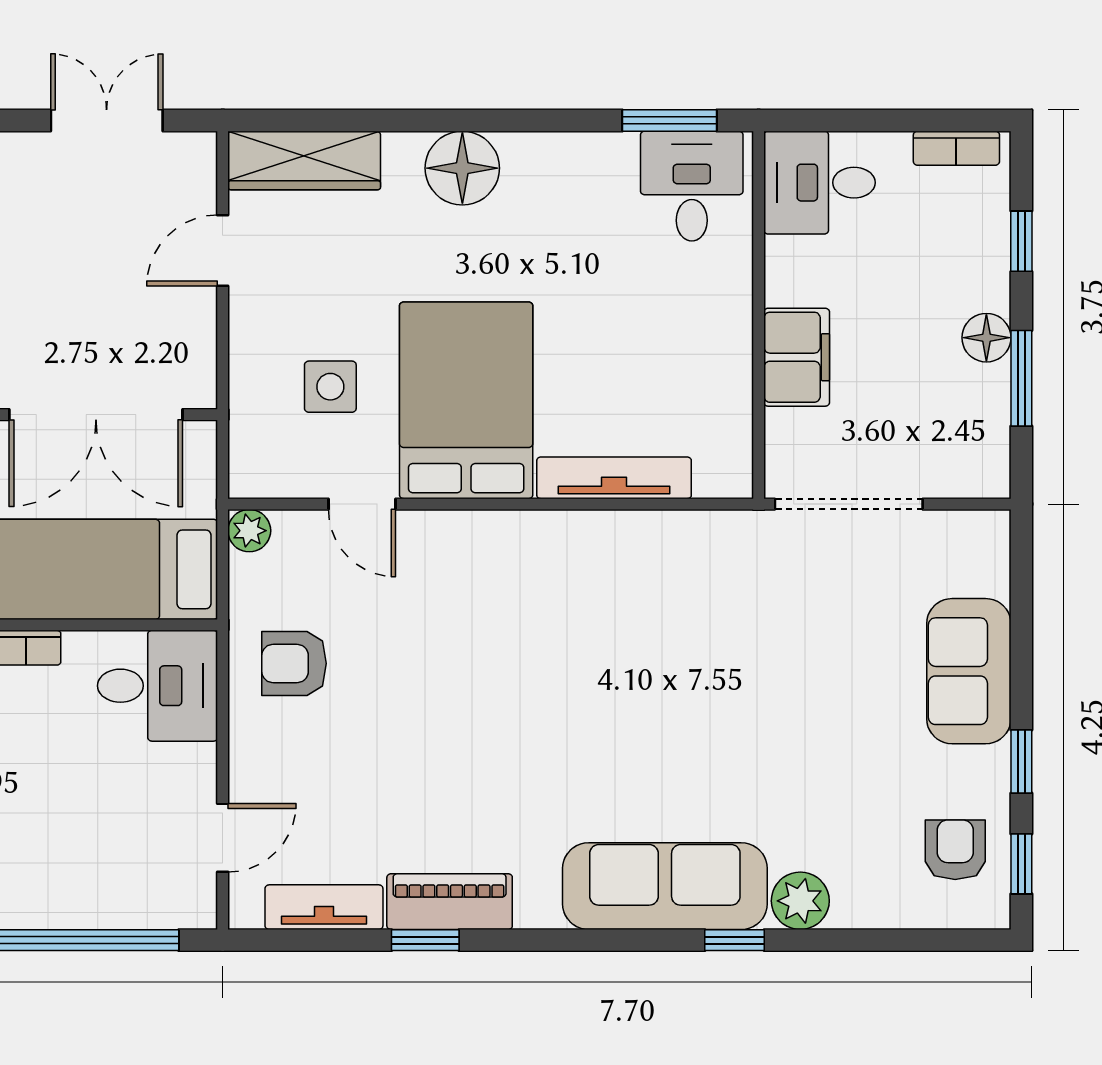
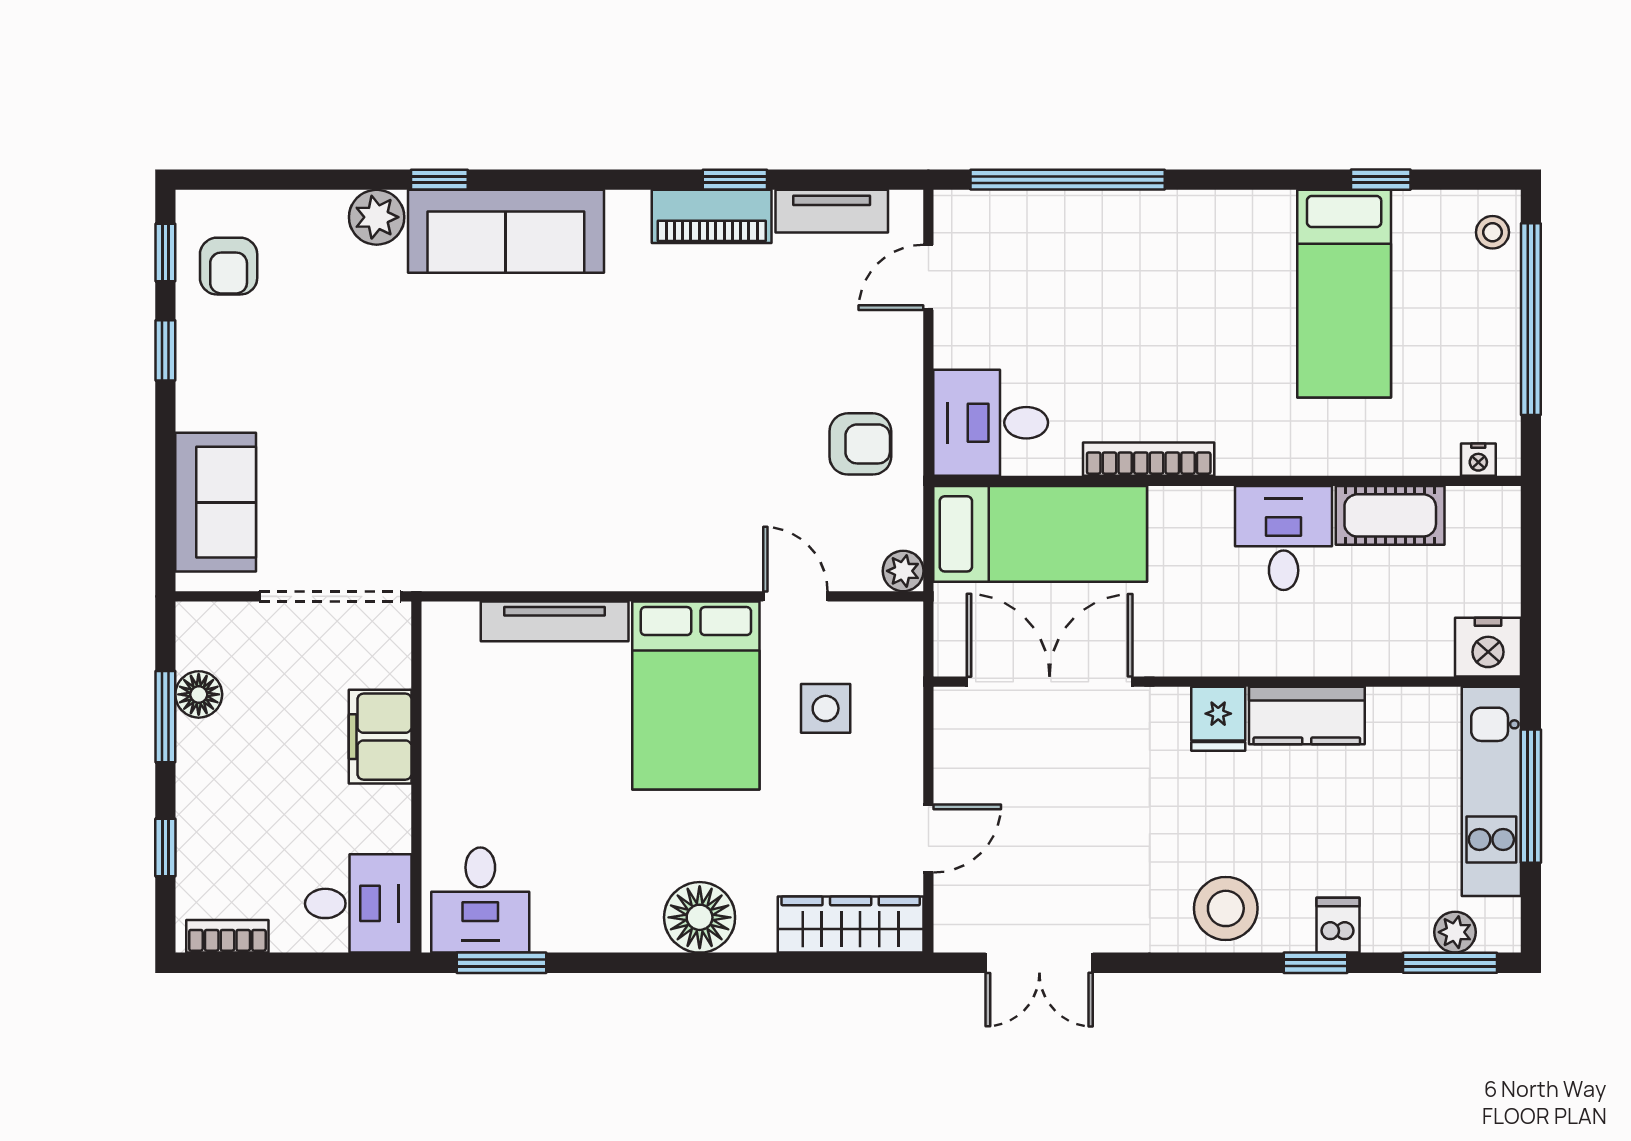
floor lamp: (986, 338) -> (199, 694), moved
sofa: (969, 671) -> (216, 502), moved

